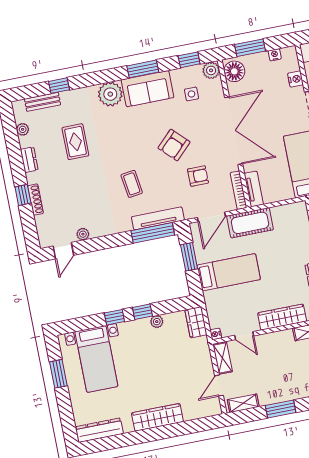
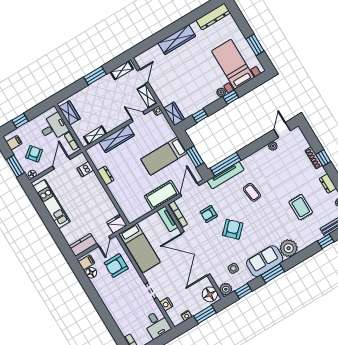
window: (142, 312) -> (200, 116), moved
plant: (157, 322) -> (221, 92), moved

